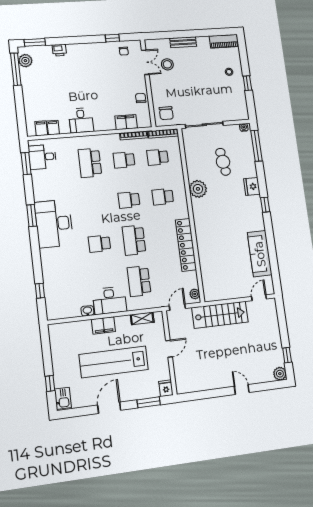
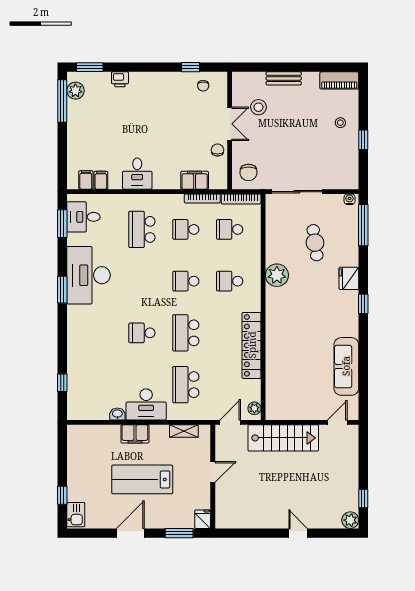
double door: (145, 62) -> (230, 124), moved
desk: (54, 224) -> (89, 275), moved
lab bench: (114, 362) -> (142, 479), width x0.73

